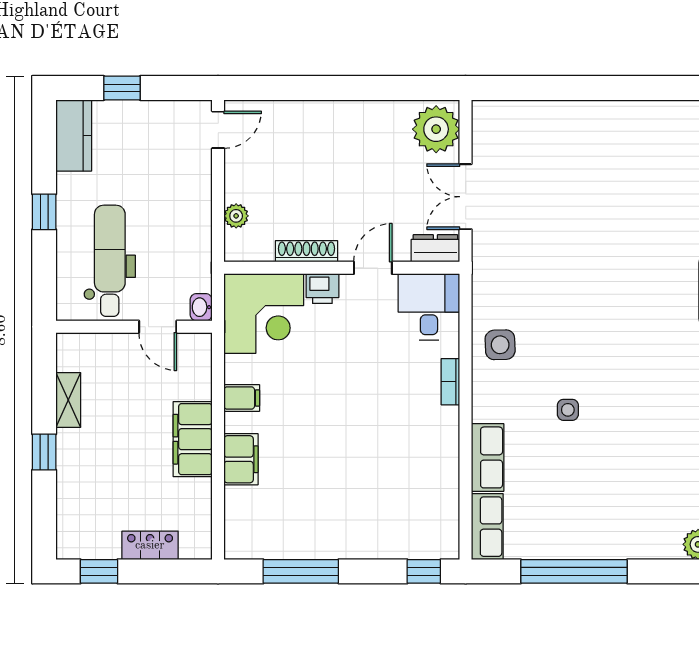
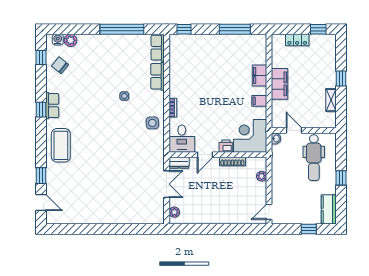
plant: (436, 129) -> (174, 212), width x0.53, depth x0.53

